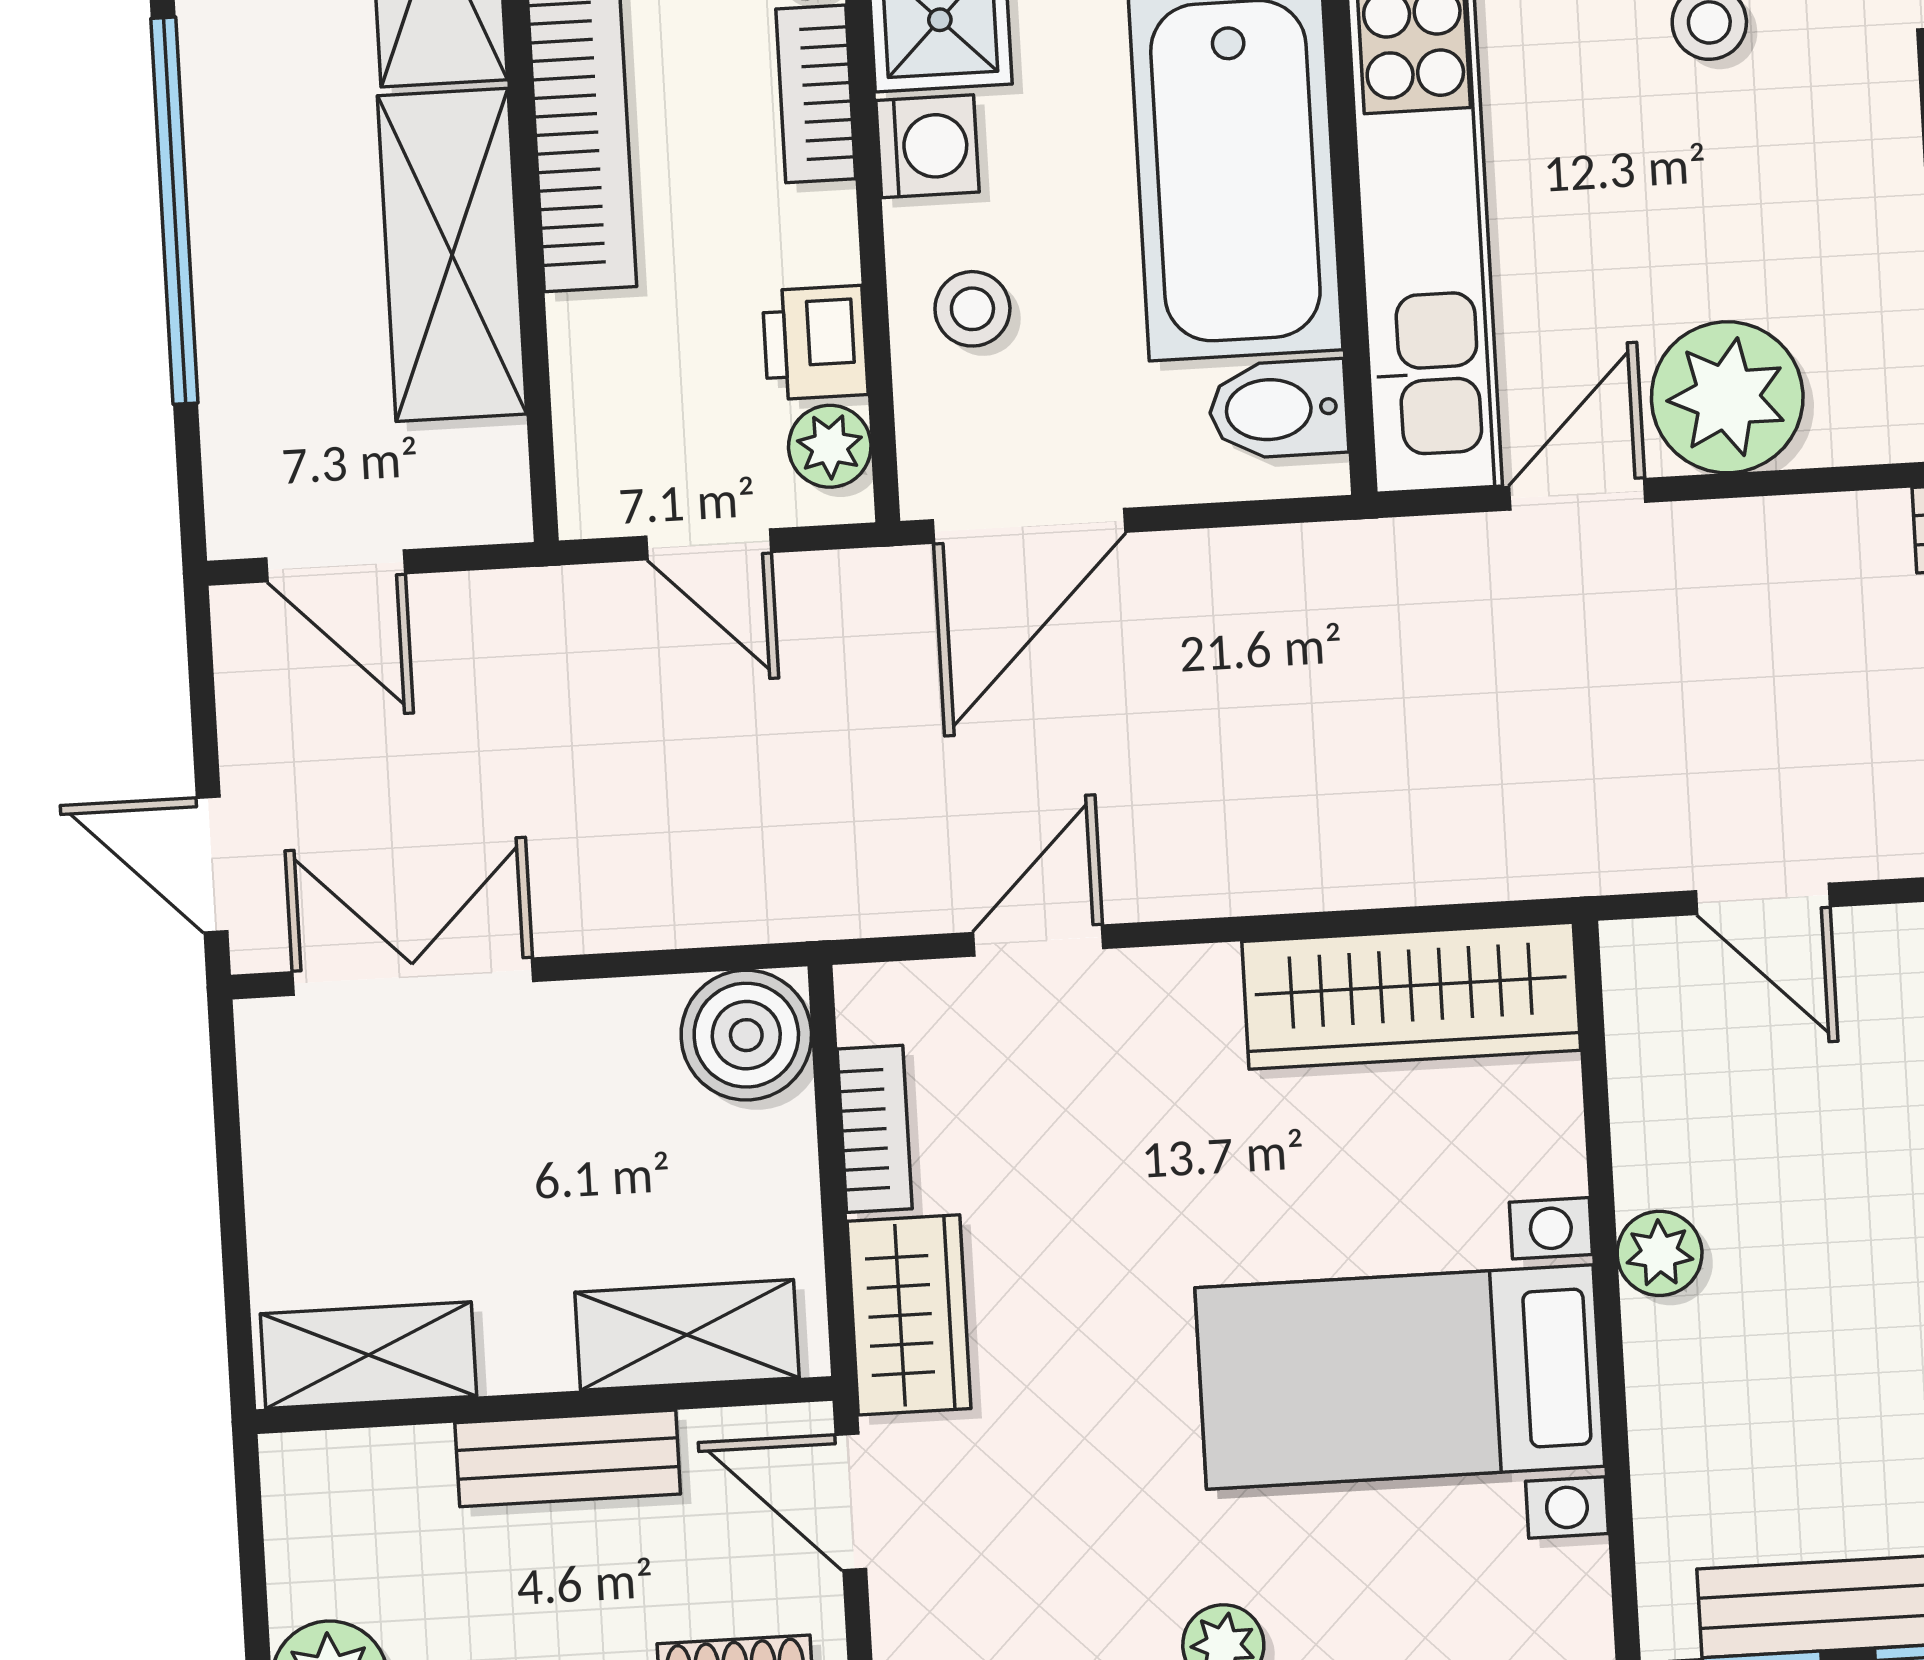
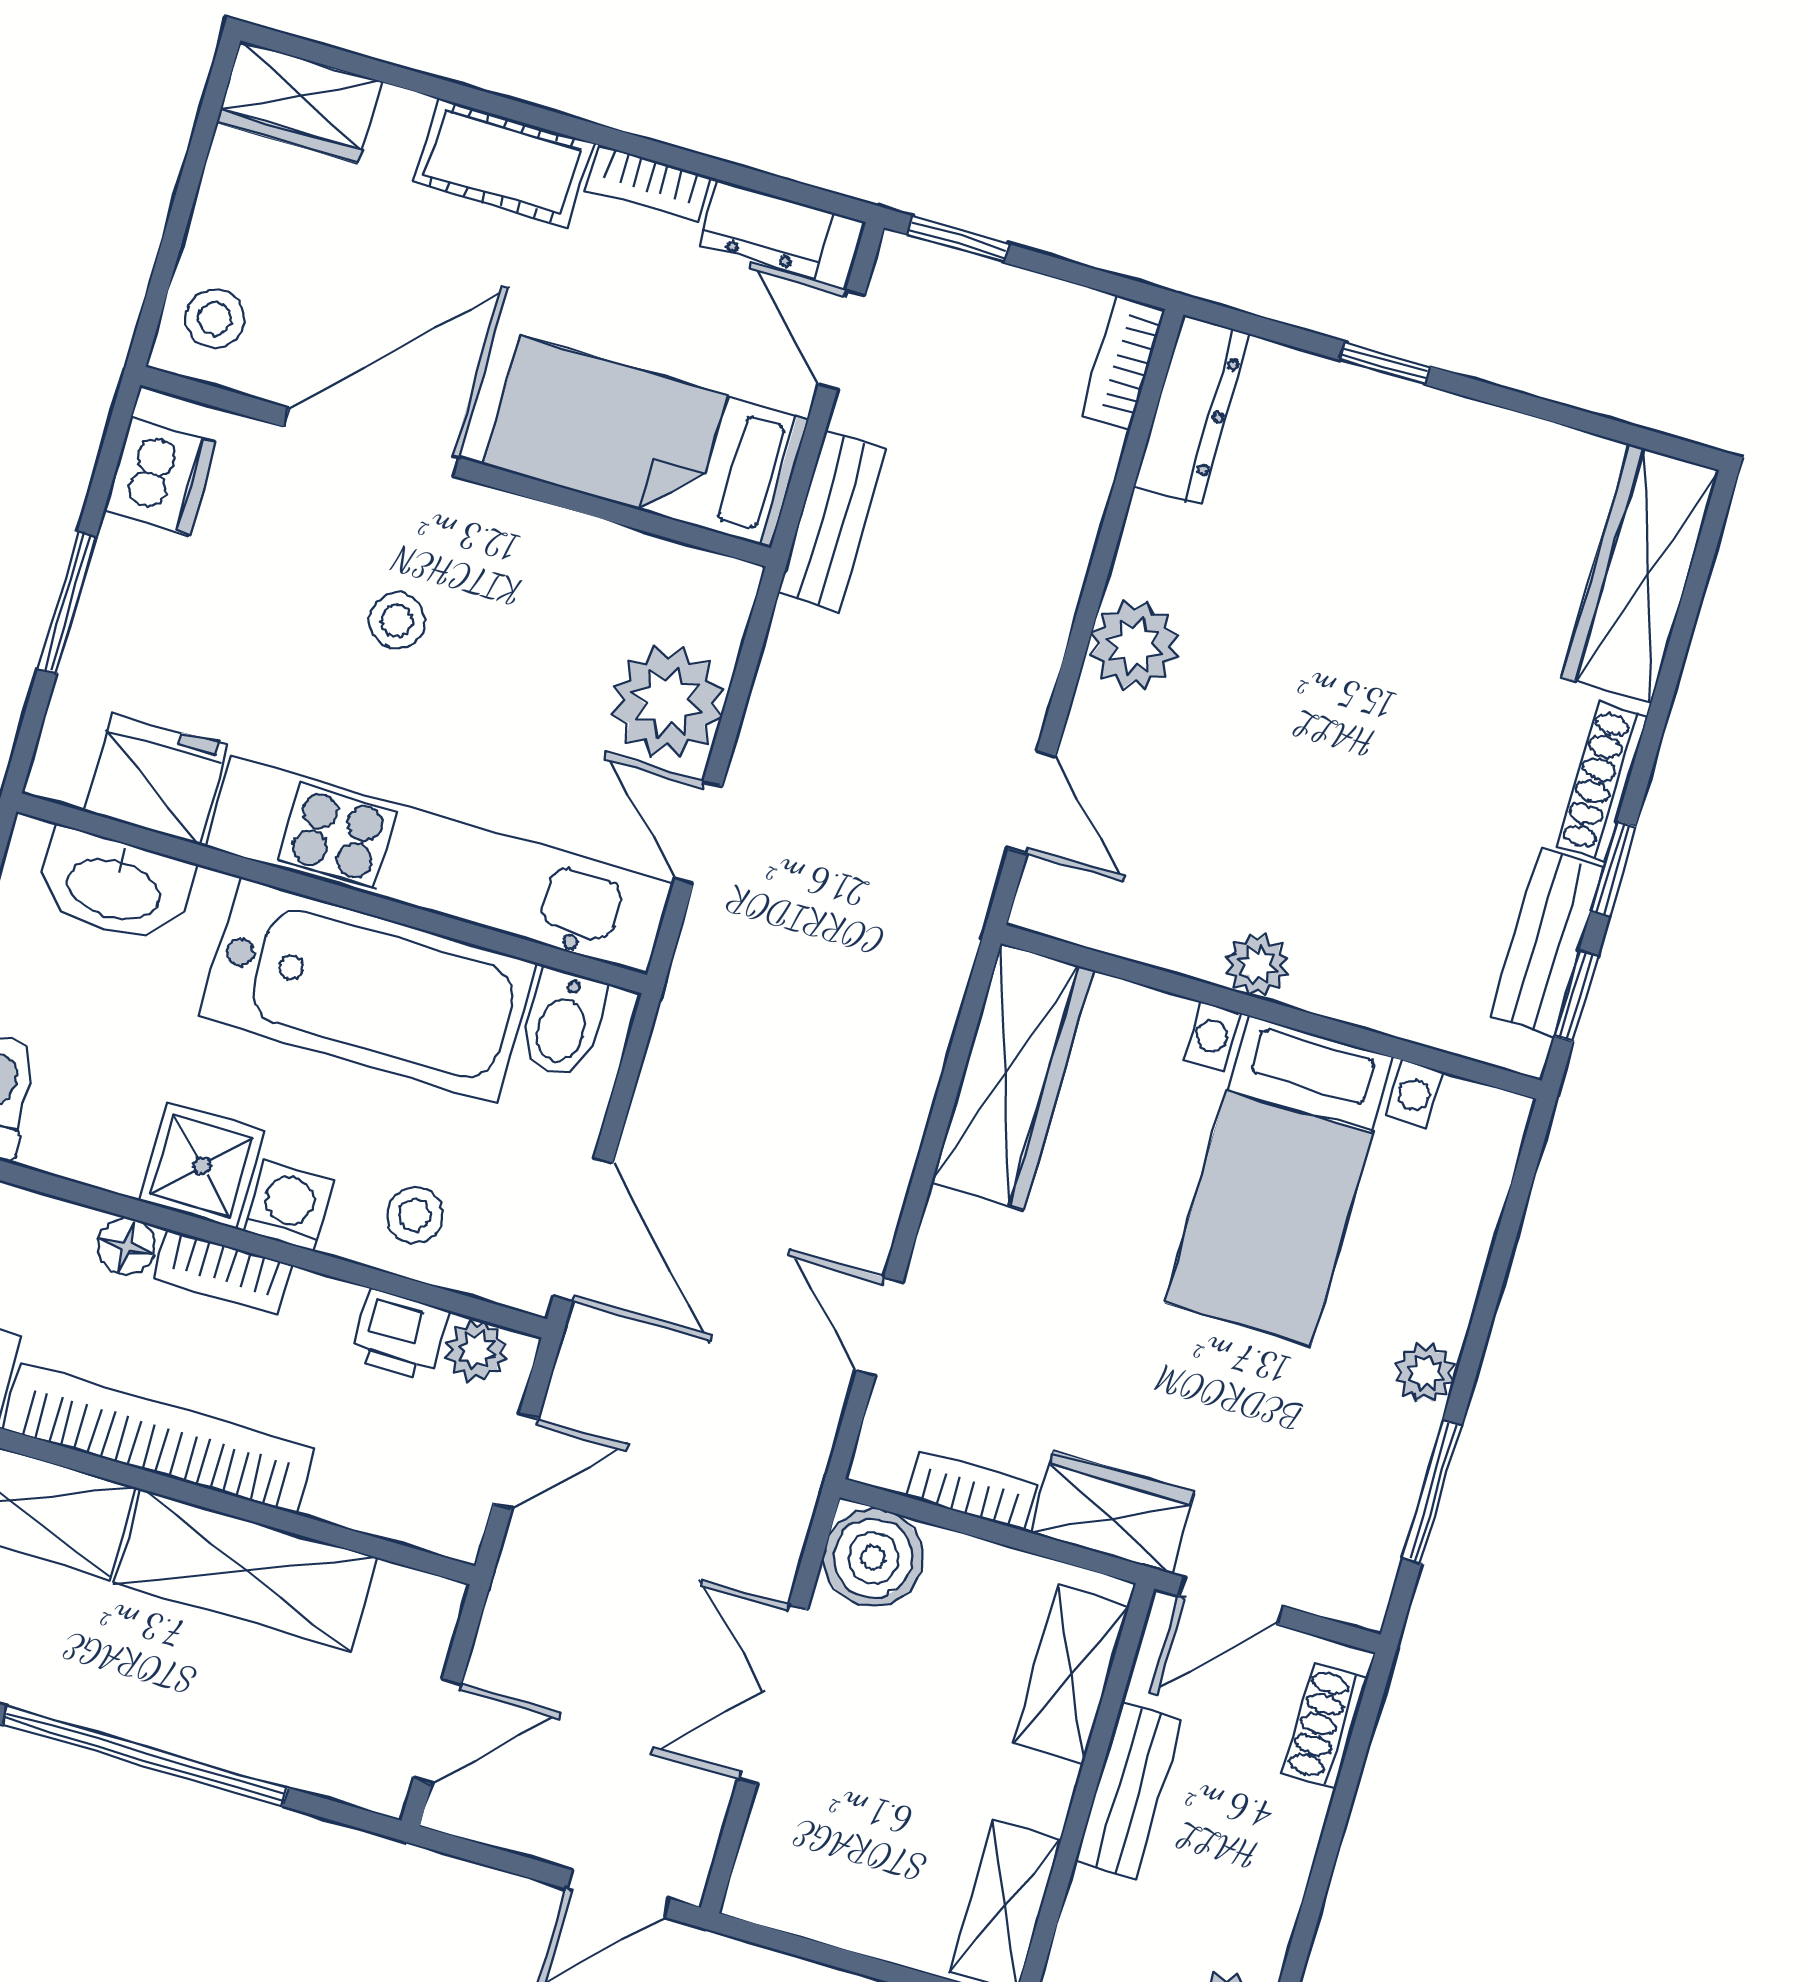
door: (1763, 899) -> (1032, 803), hinge flipped
double door: (413, 977) -> (773, 1694), moved

